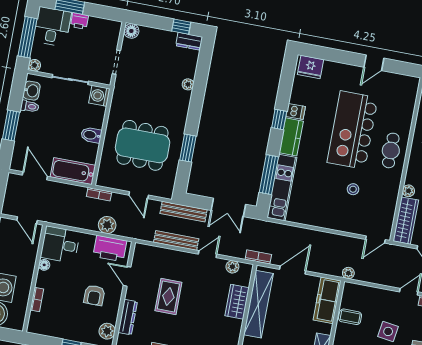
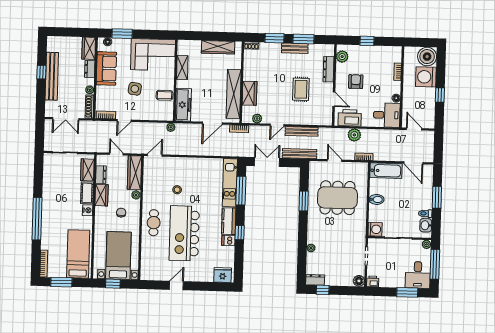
printer: (79, 21) -> (373, 281), moved
kitchen island: (353, 130) -> (184, 233), turned 180

